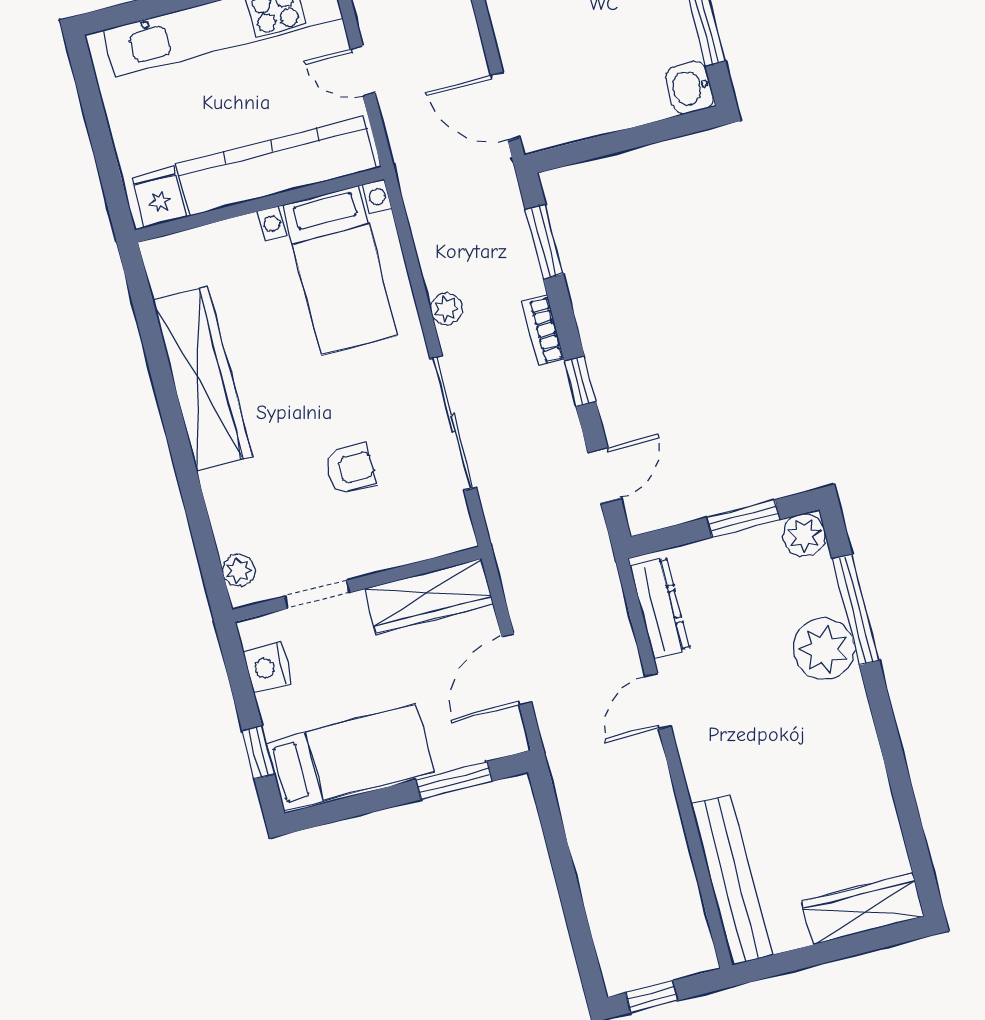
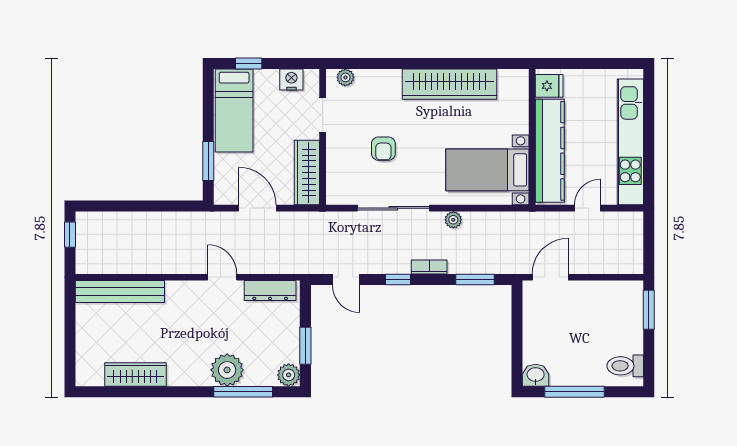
wardrobe: (863, 909) -> (135, 374), moved, turned -90

